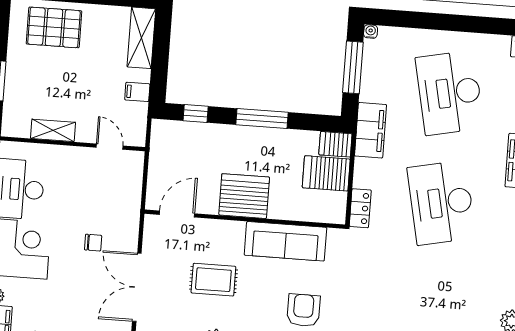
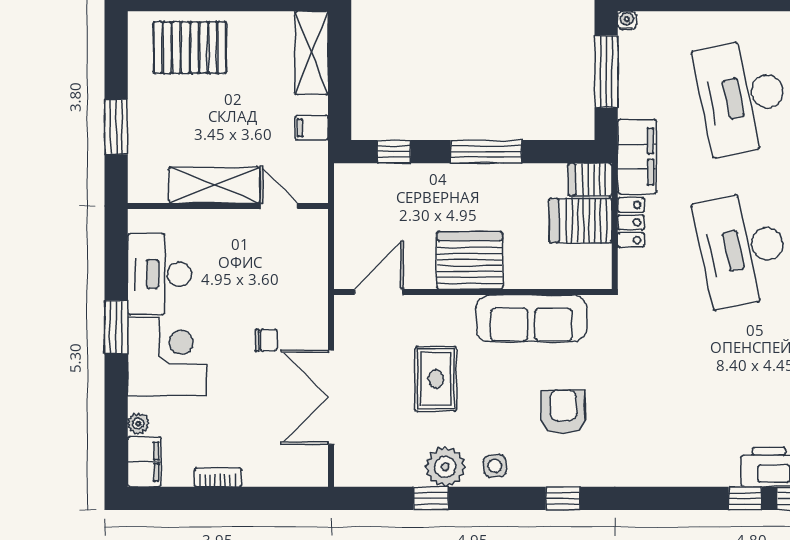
shelving: (53, 130) -> (214, 185), width x1.50, depth x1.33
locker: (360, 208) -> (631, 222), moved
rug: (213, 280) -> (436, 379), turned 90

